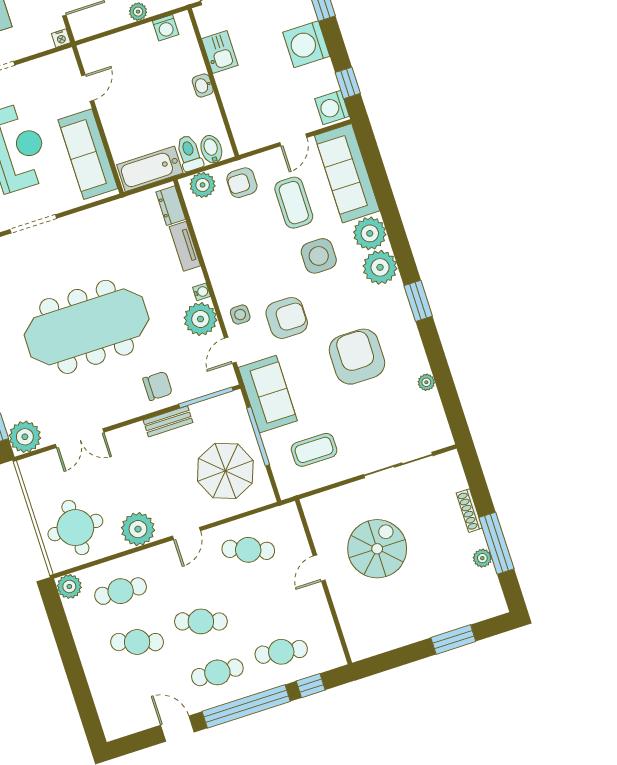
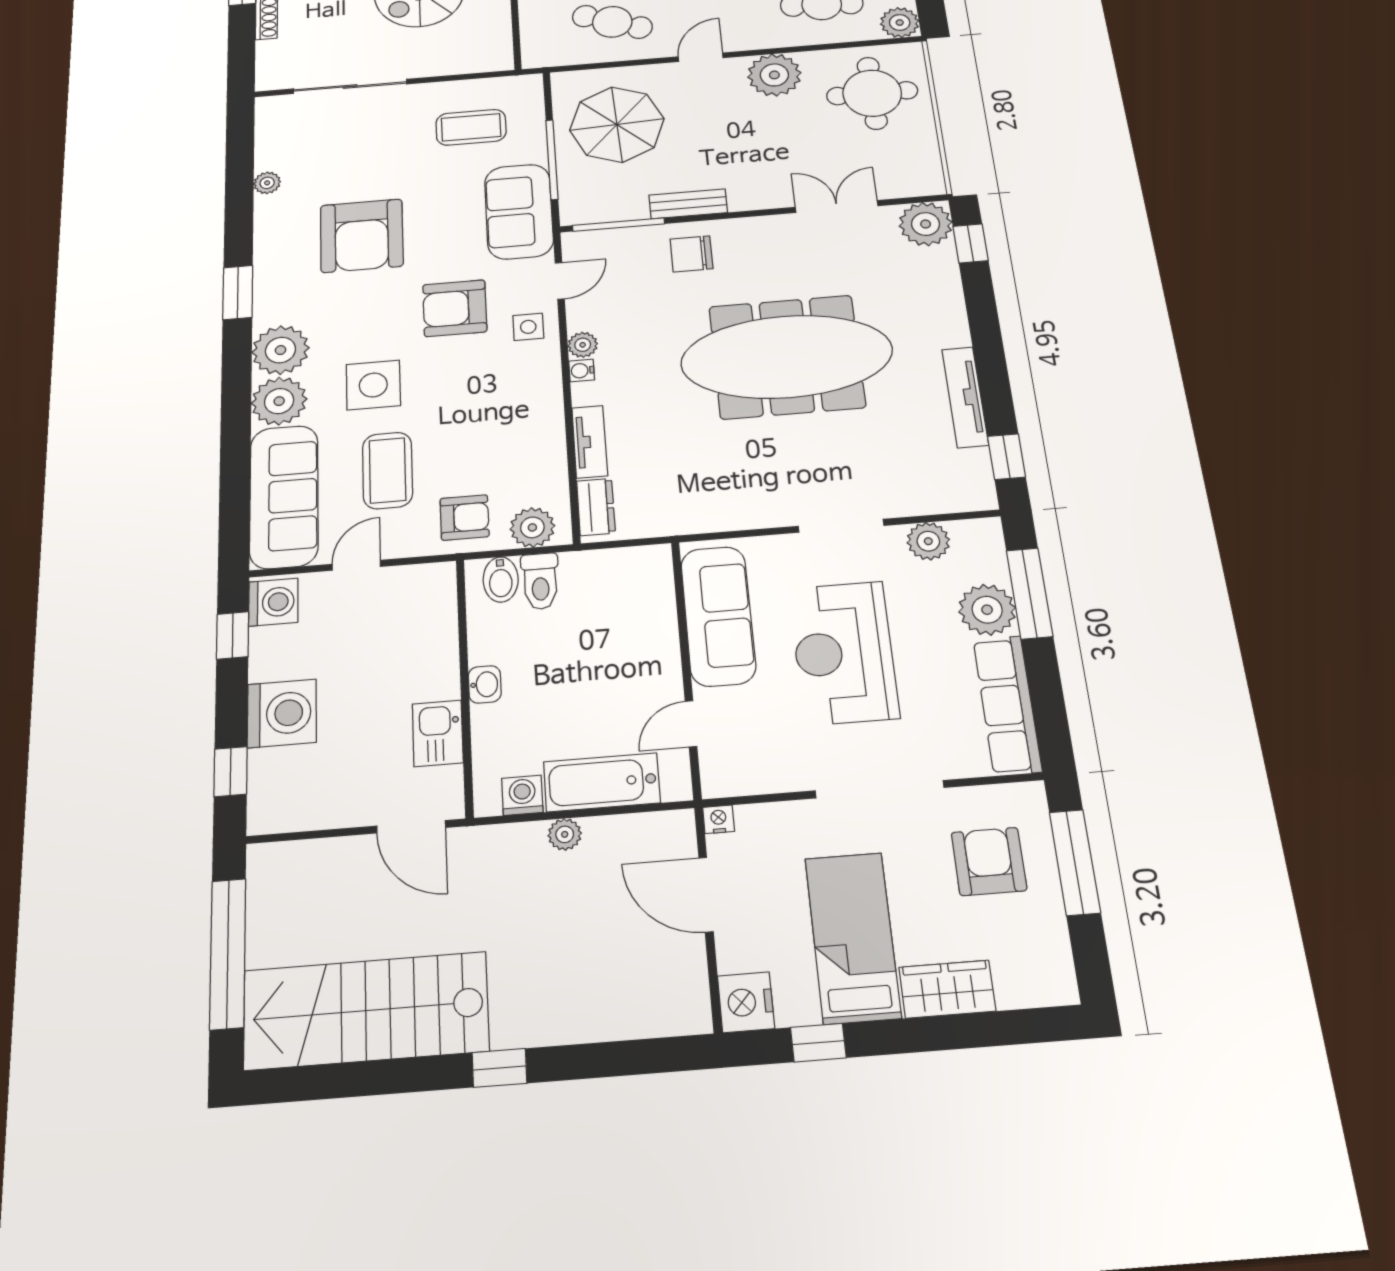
bathtub: (150, 169) -> (602, 782), moved, turned 180
plant: (200, 319) -> (583, 345), width x0.53, depth x0.53

